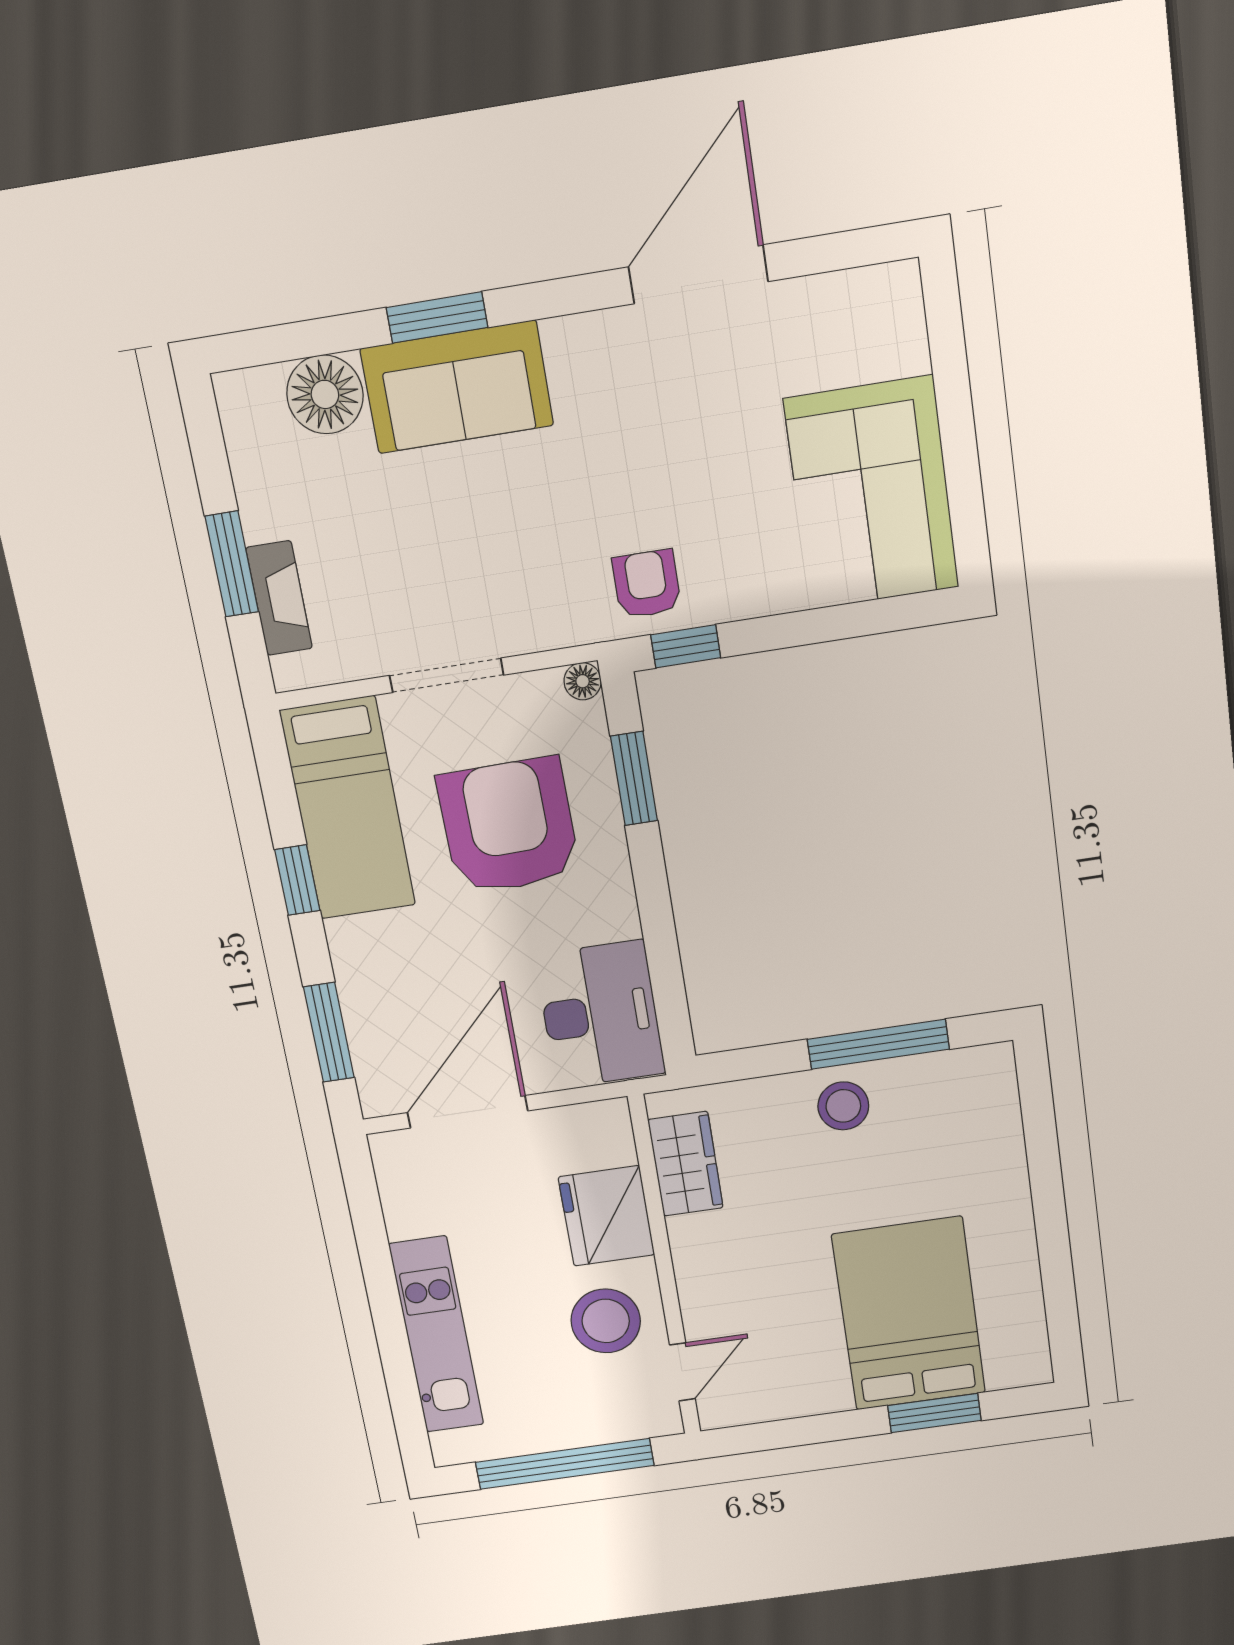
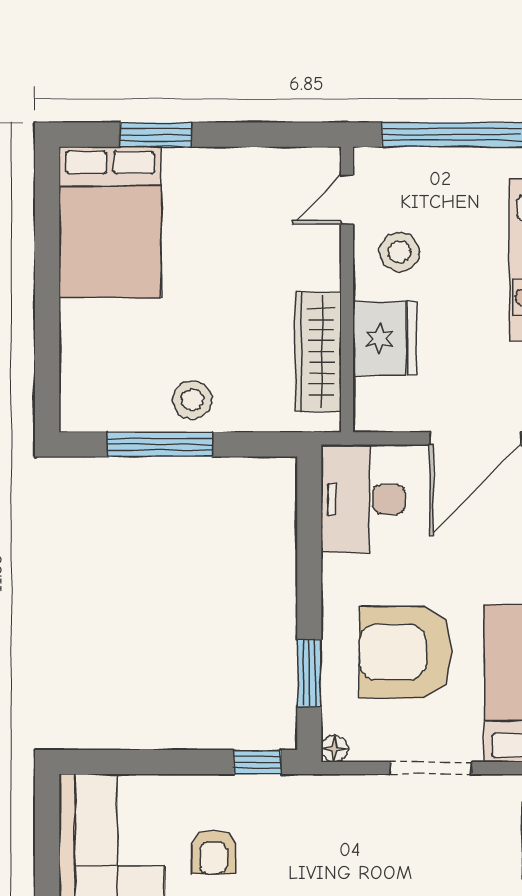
armchair: (647, 584) -> (213, 852), moved
armchair: (509, 826) -> (406, 652), turned 91
wardrobe: (686, 1164) -> (318, 352), width x1.50
bed: (909, 1314) -> (110, 222), moved
stool: (606, 1321) -> (399, 252), width x0.73, depth x0.73

